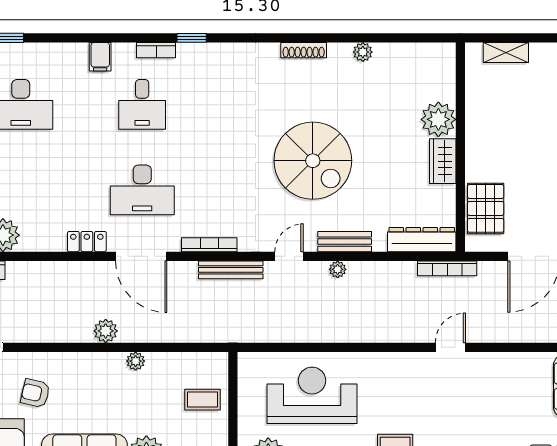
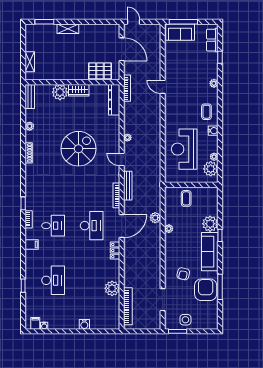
bench: (345, 242) -> (30, 97), moved
plant: (106, 331) -> (155, 218), moved

